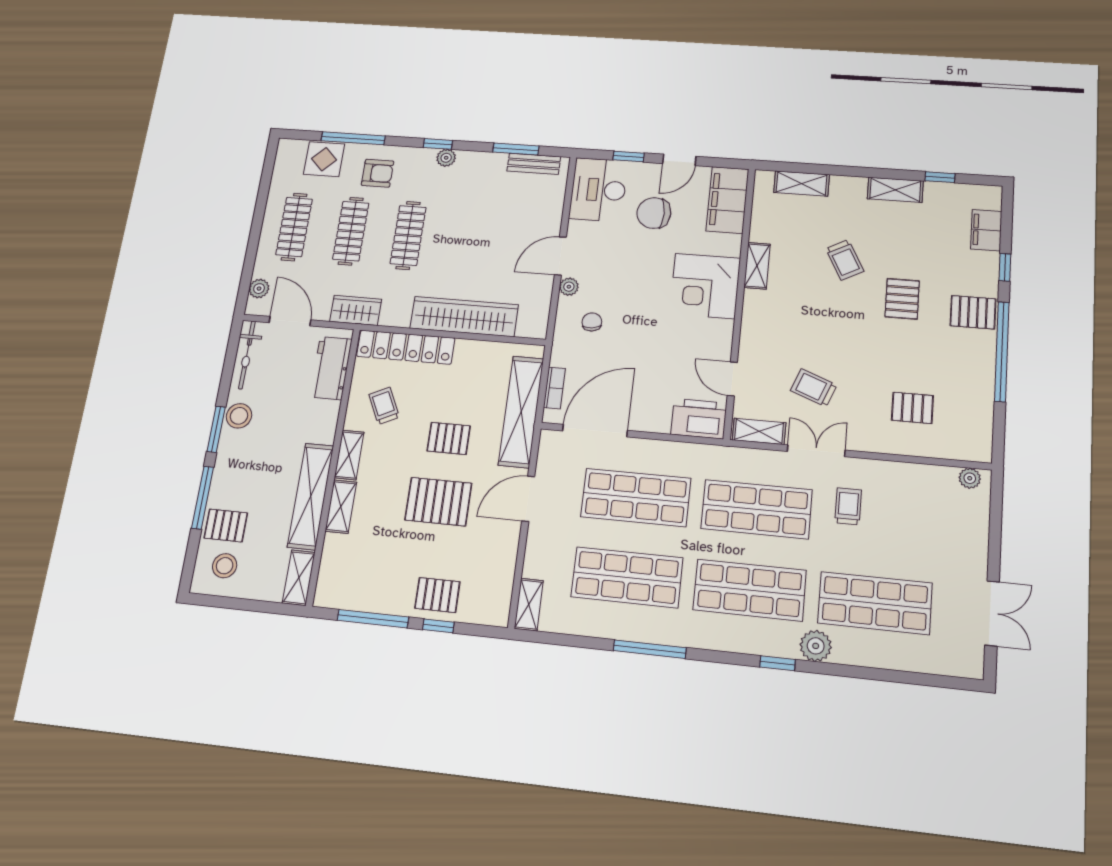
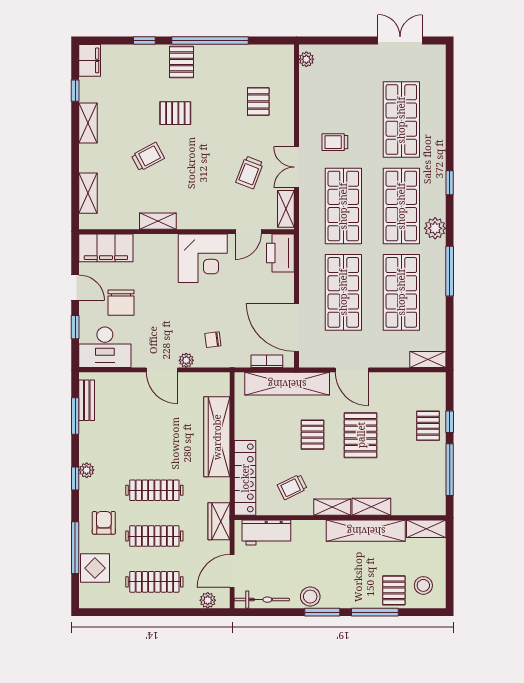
filing cabinet: (986, 230) -> (90, 60), moved, turned -90
corner desk: (705, 286) -> (203, 258), moved
plant: (816, 646) -> (435, 228), moved

